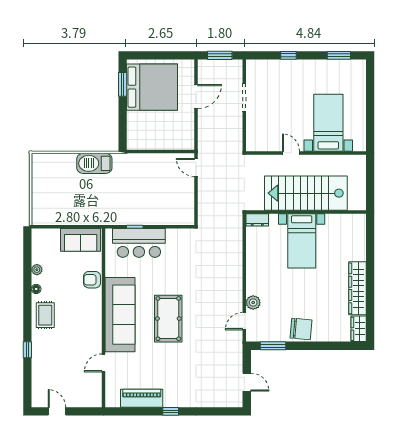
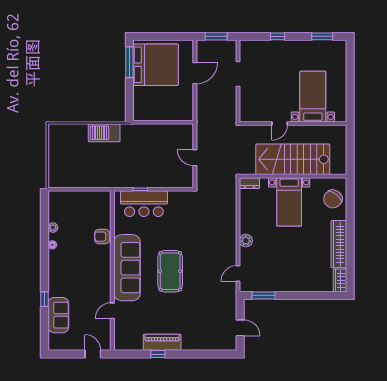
window: (123, 84) -> (129, 62), width x1.44
door: (291, 153) -> (280, 123), swing flipped
door: (196, 168) -> (195, 158), moved
sofa: (81, 240) -> (58, 315), moved, turned -90
plant: (253, 303) -> (246, 241), moved
rug: (45, 315) -> (60, 268), removed
chair: (301, 329) -> (333, 199), moved, turned 123
piano: (142, 398) -> (162, 342), moved
door: (57, 411) -> (93, 354), moved
window: (171, 411) -> (158, 354), moved

